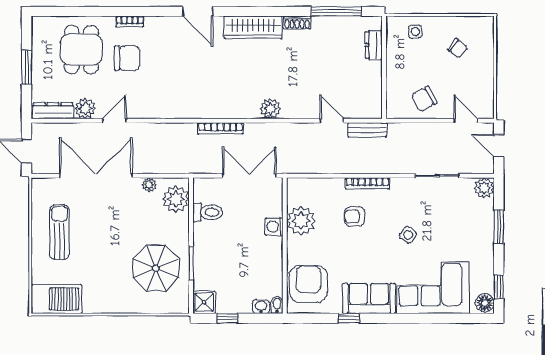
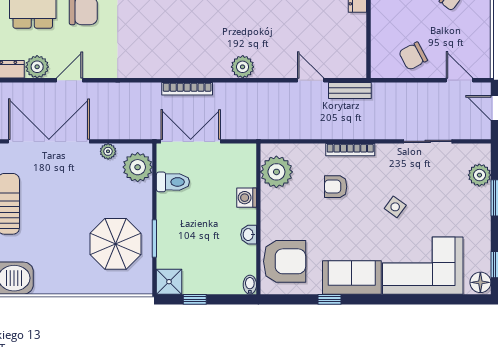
double door: (249, 176) -> (191, 141), moved
plant: (484, 188) -> (479, 175), moved
plant: (301, 221) -> (276, 172), moved
armchair: (308, 284) -> (285, 261), turned 90
washbasin: (261, 307) -> (249, 235), moved, turned -90

